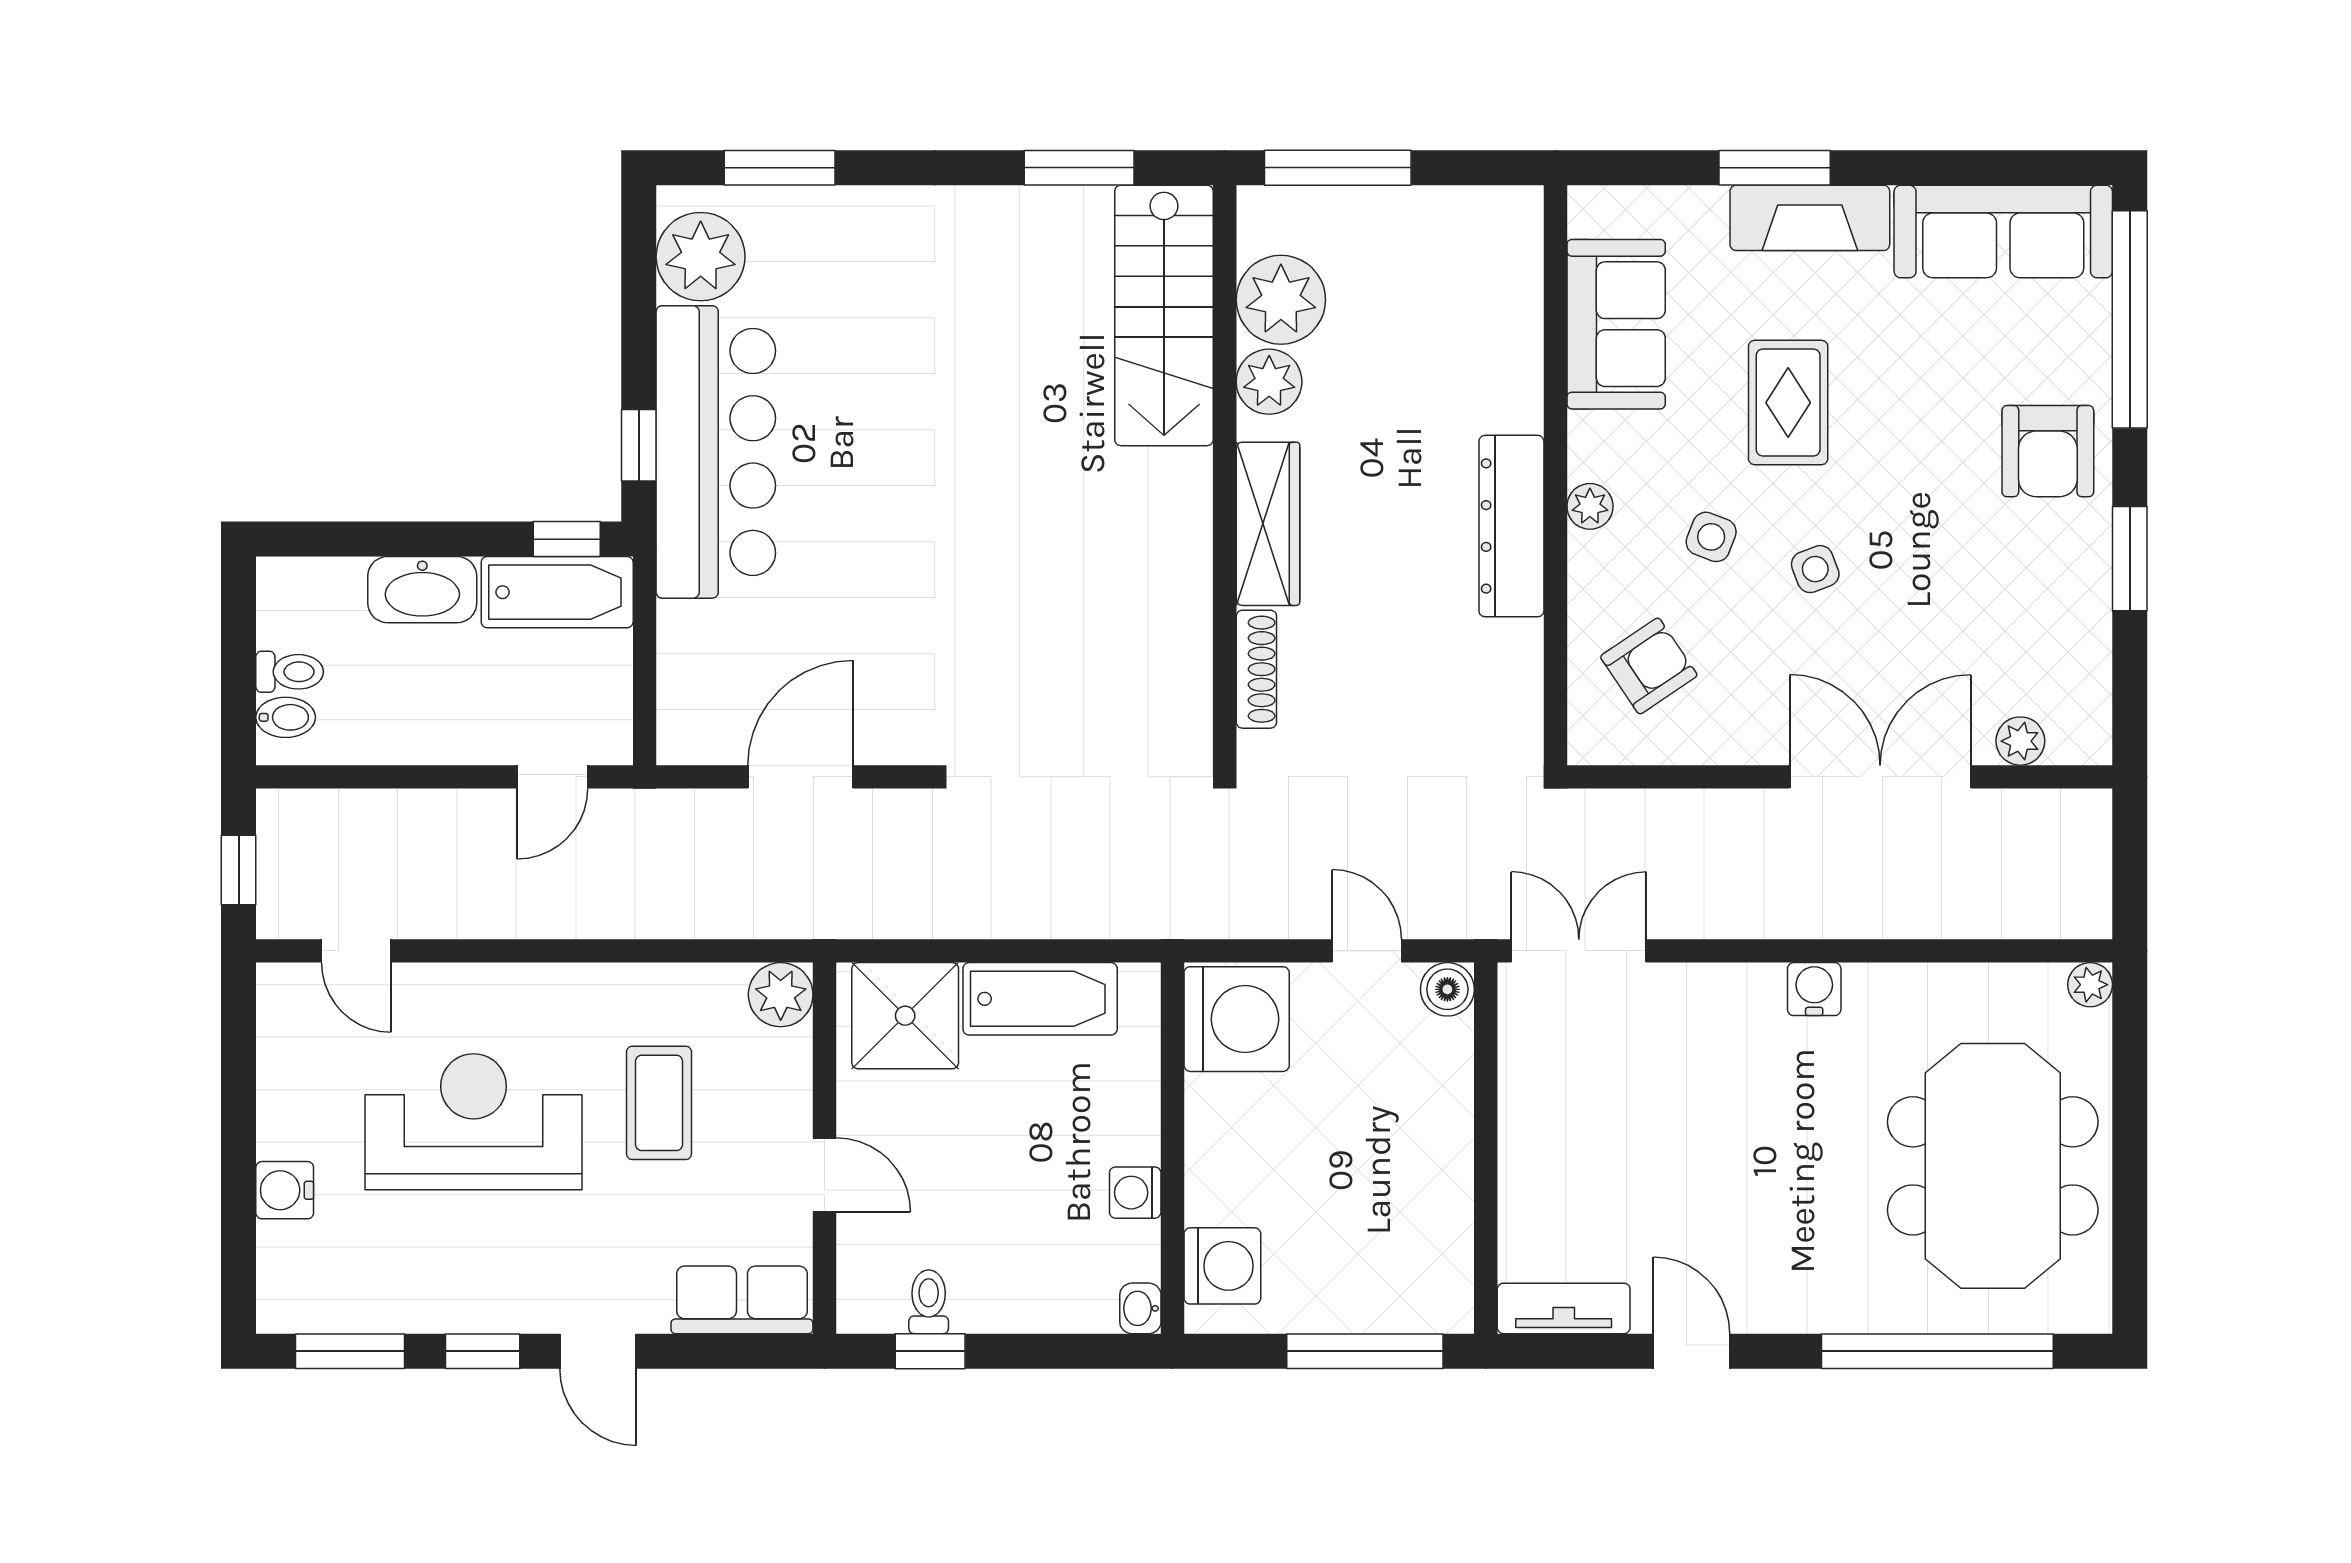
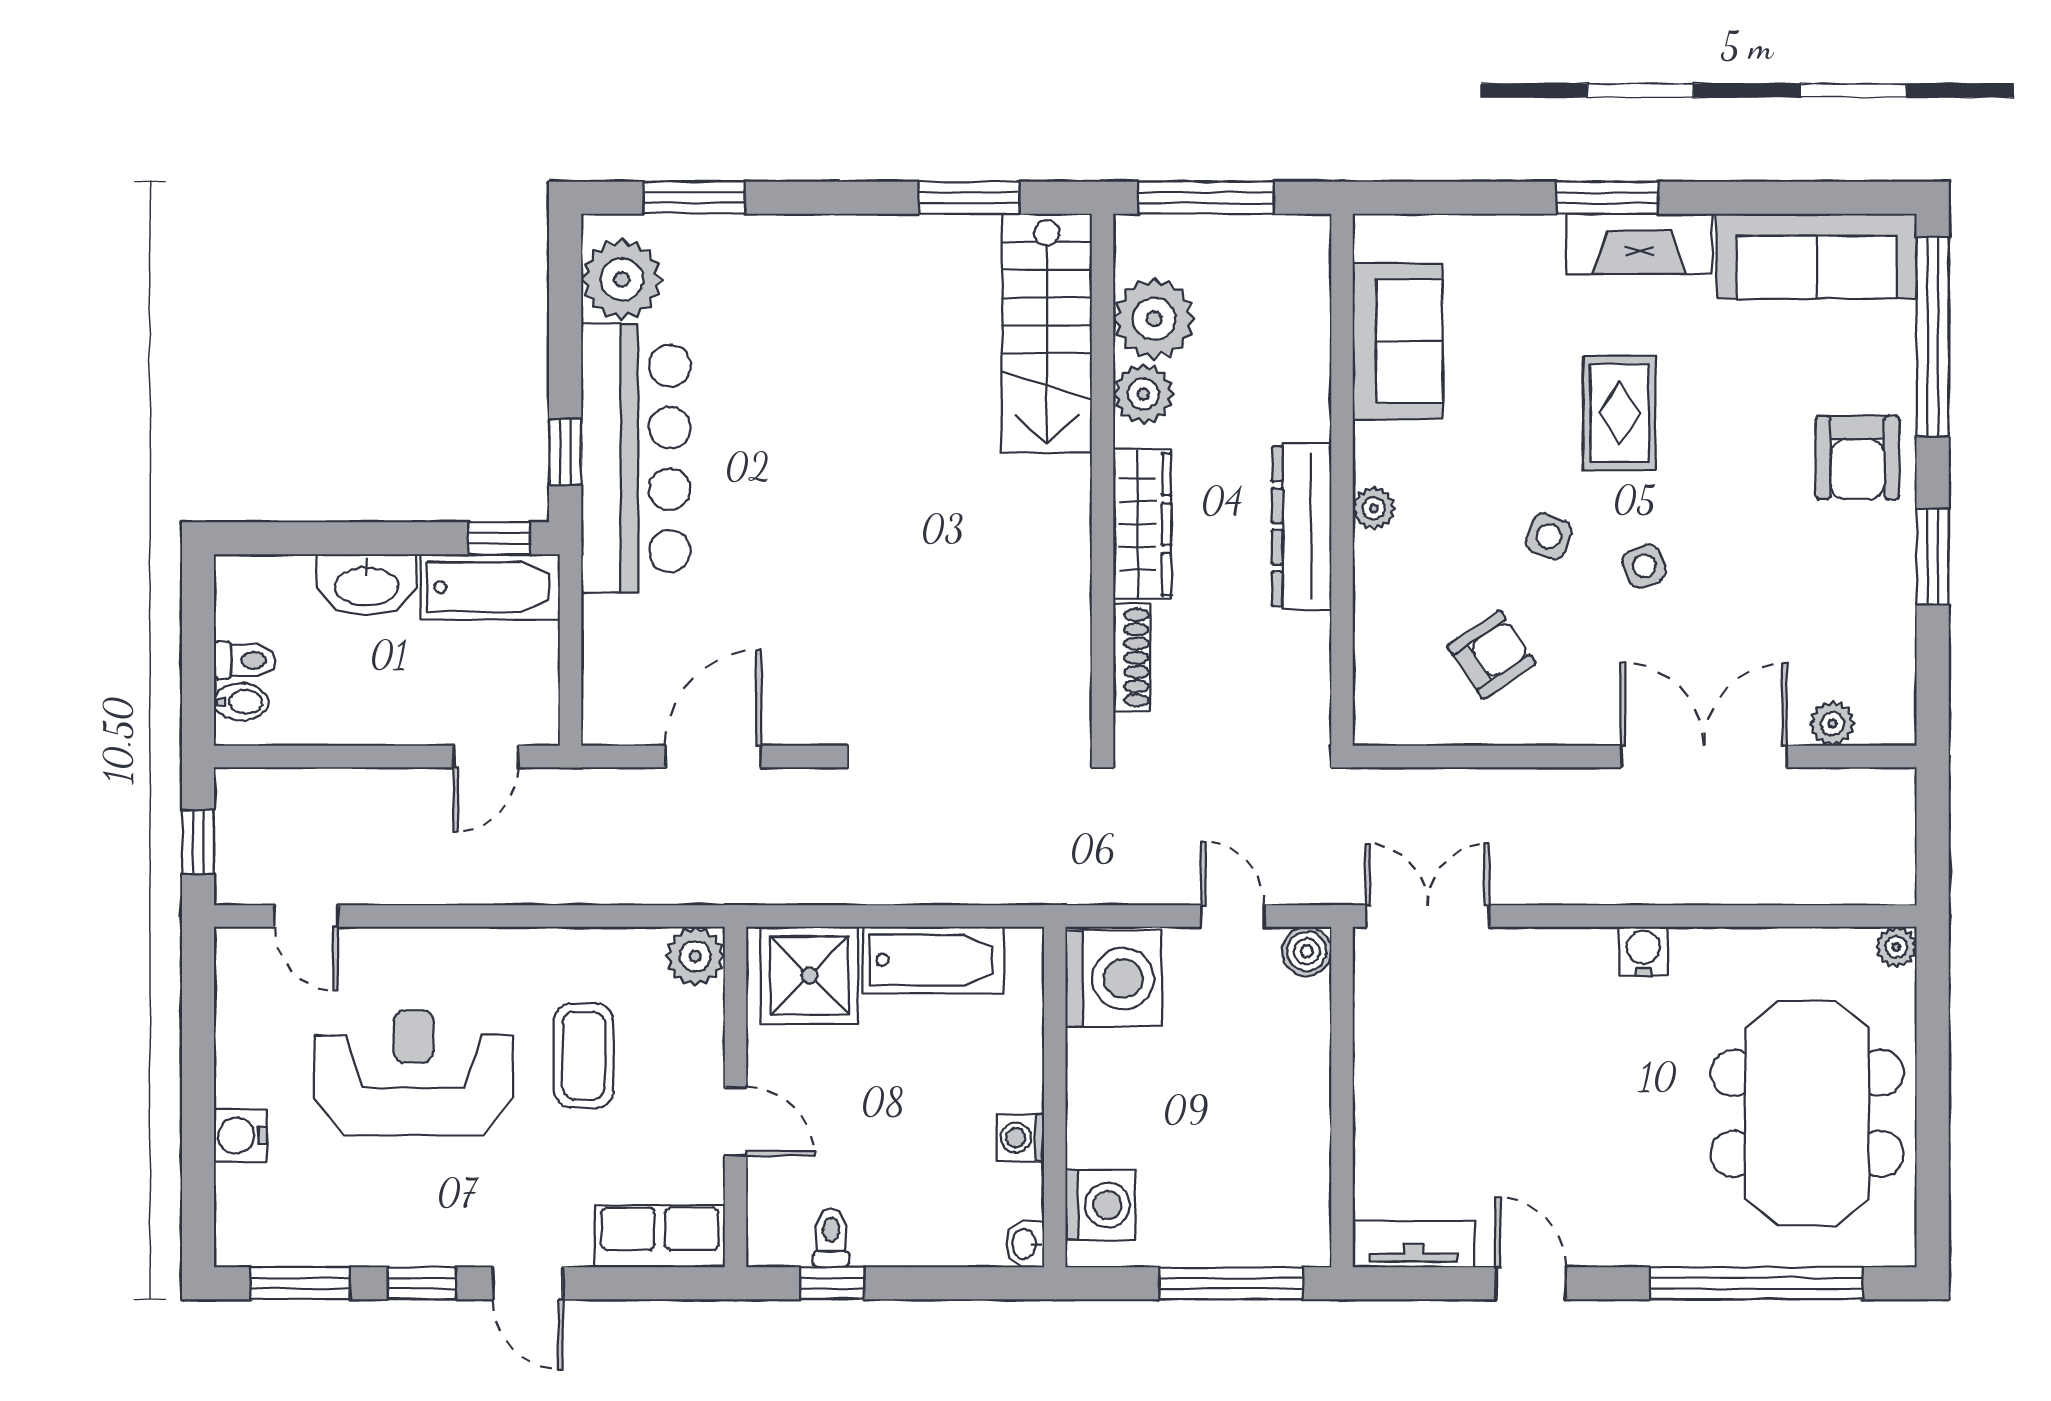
sofa: (1616, 324) -> (1398, 341), moved
wall: (1555, 475) -> (1342, 480), moved
plant: (1590, 506) -> (1374, 508), moved
dresser: (1511, 526) -> (1302, 526), moved

